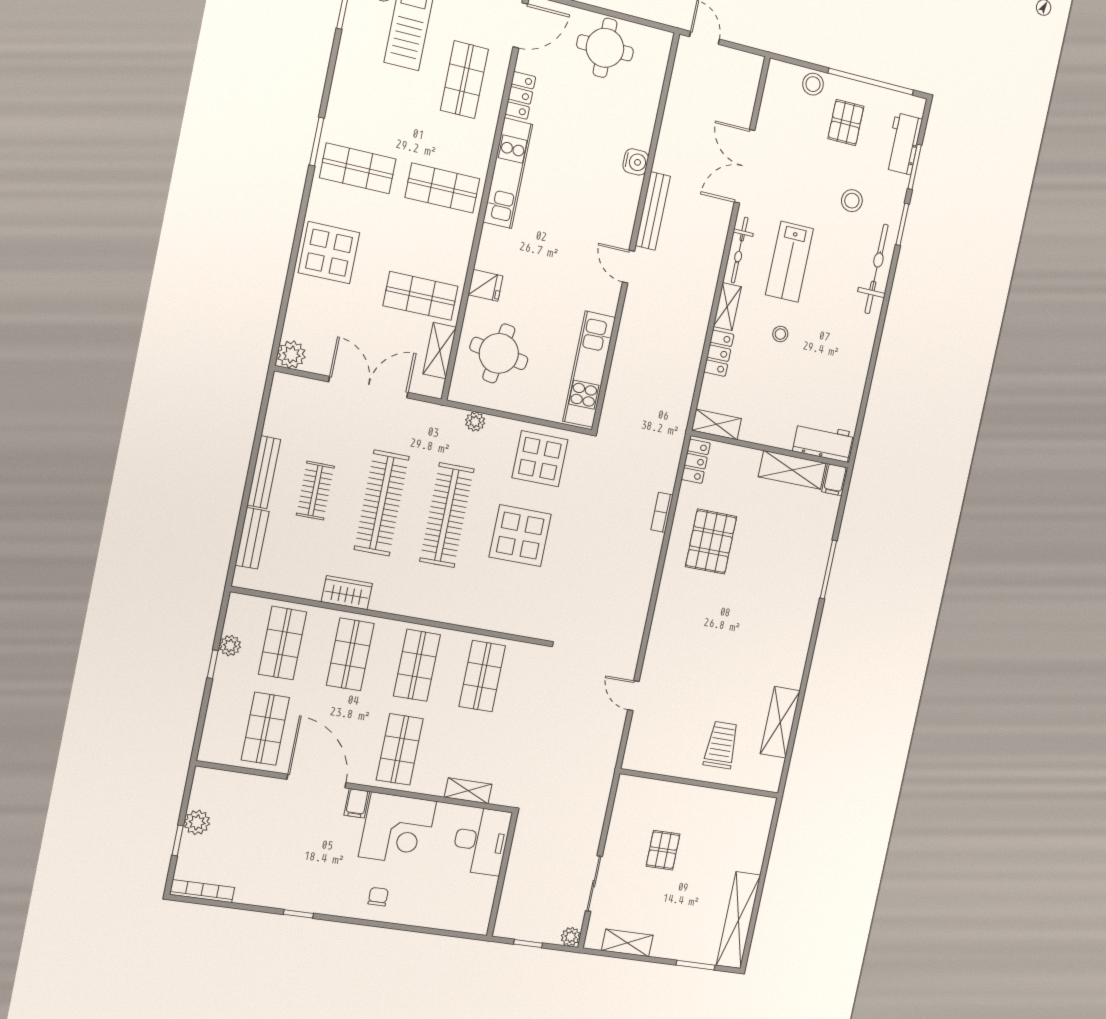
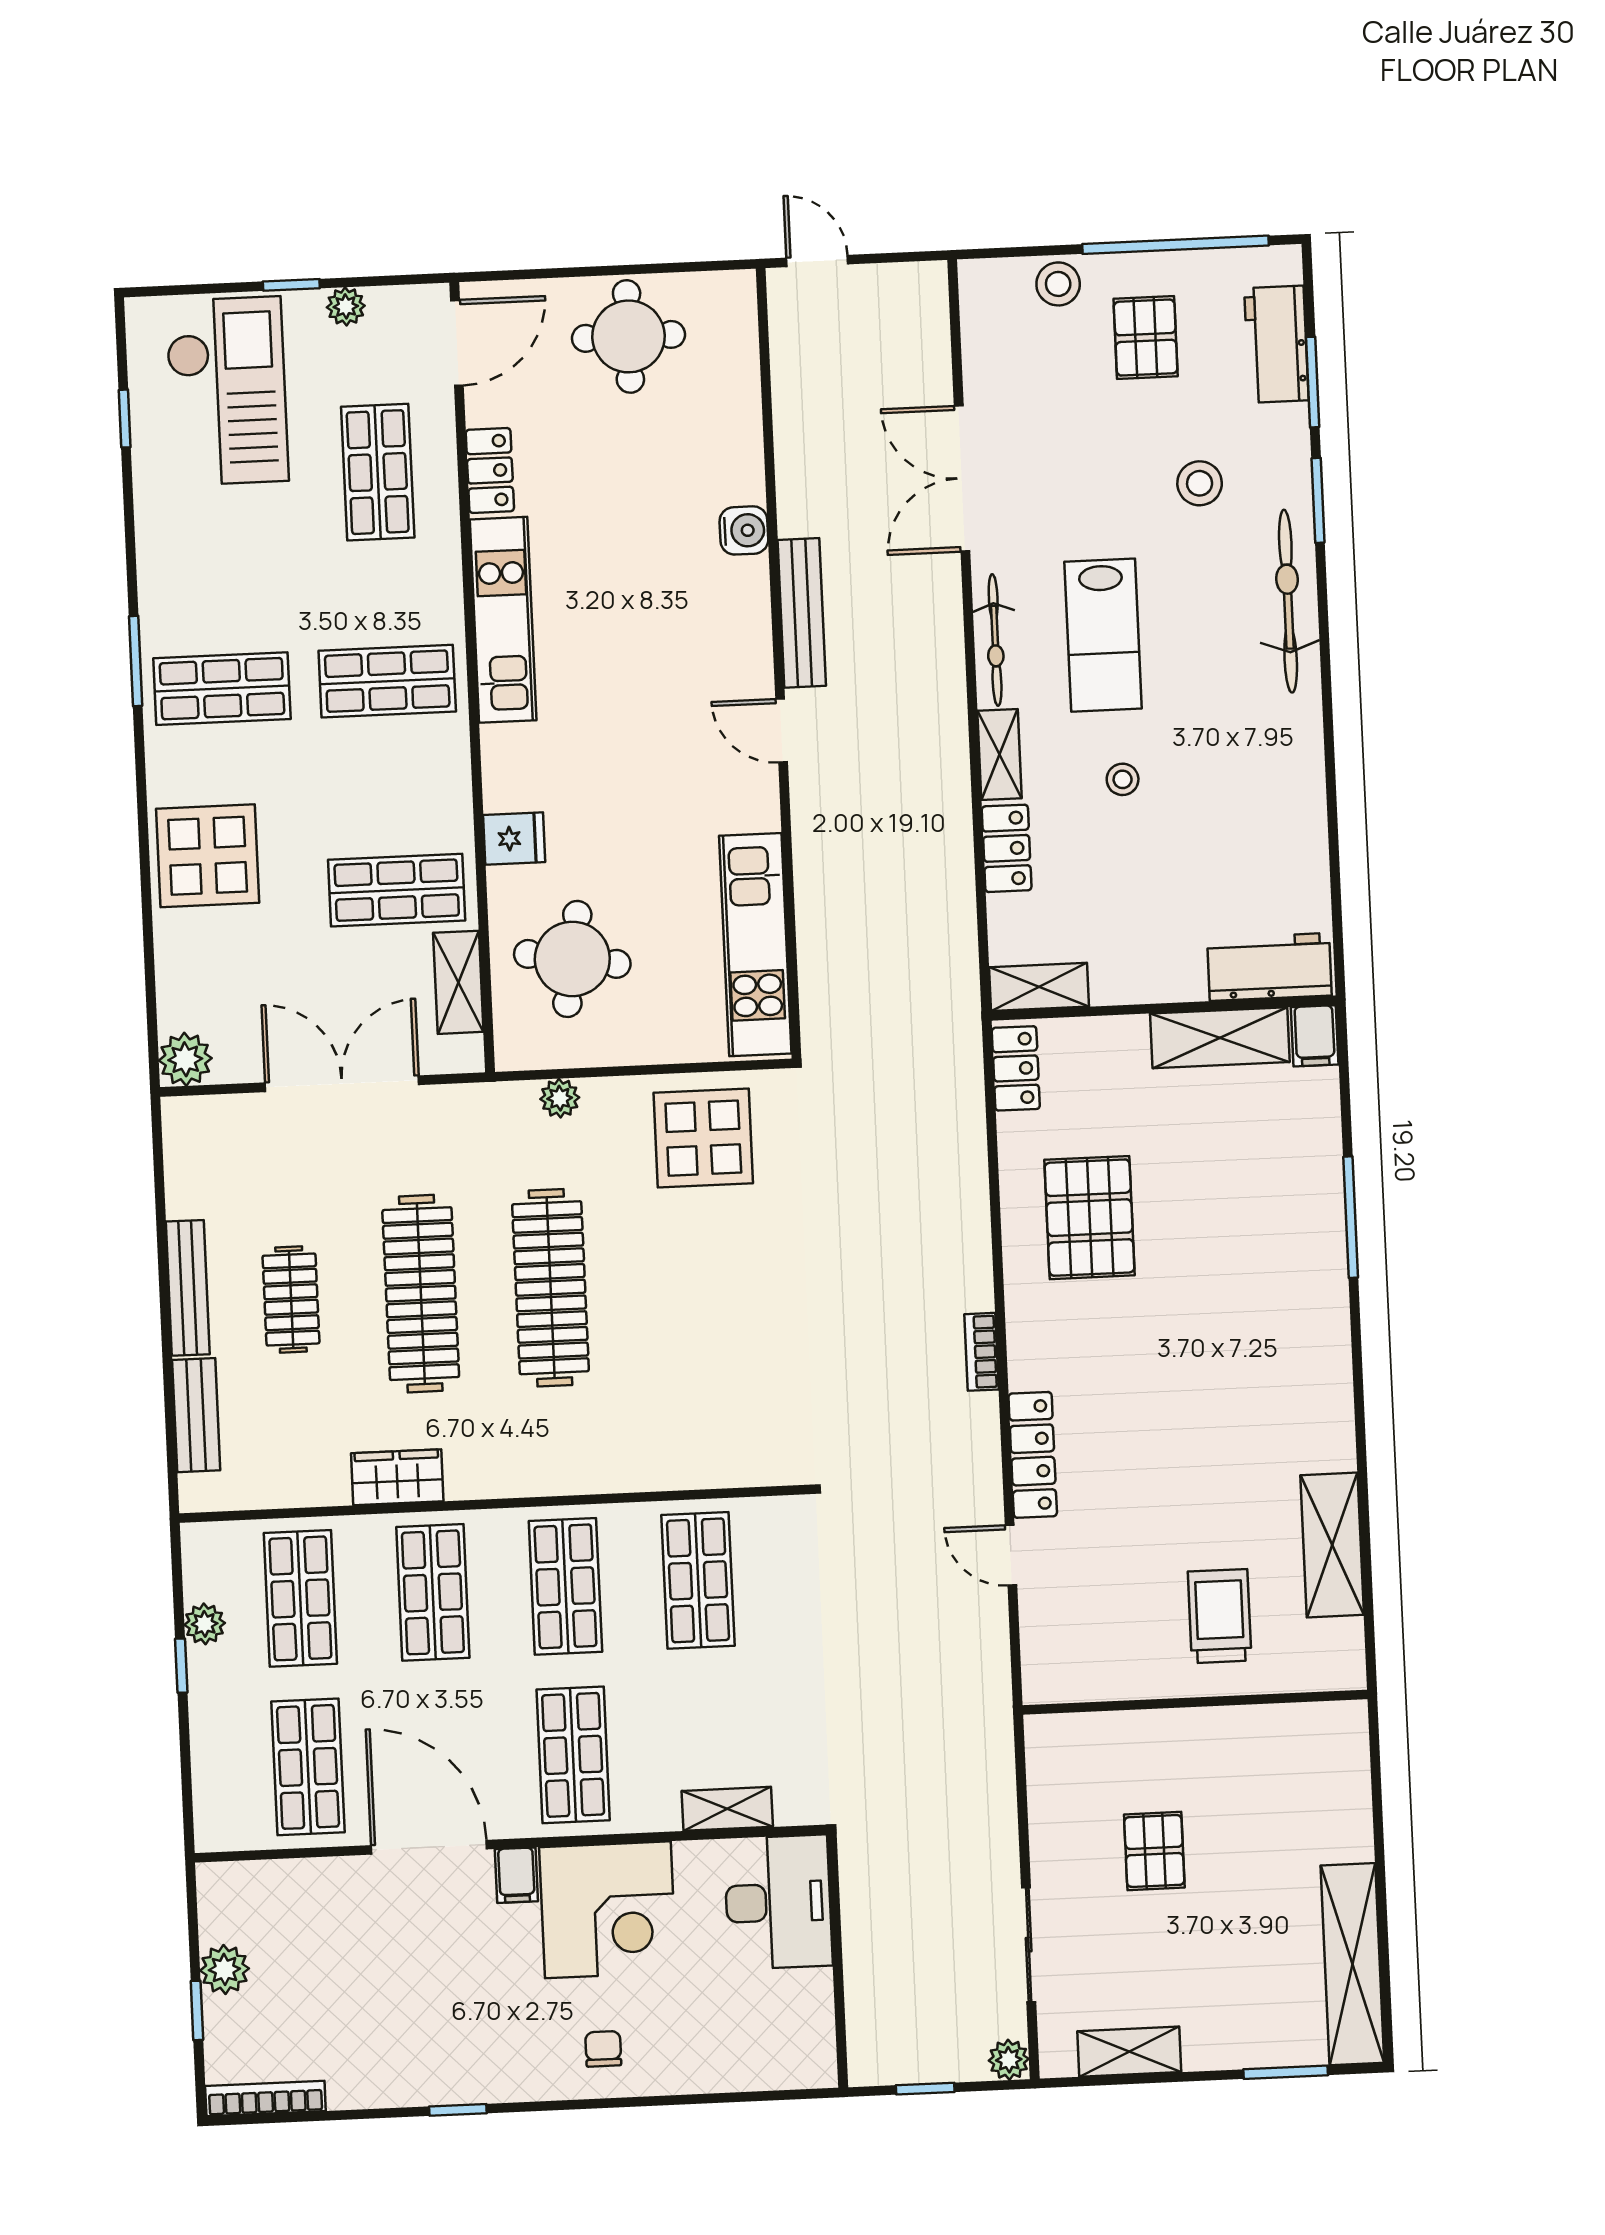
bookcase: (662, 512) -> (981, 1352), moved
display table: (520, 536) -> (703, 1294), removed
locker: (656, 650) -> (1033, 1455), added

